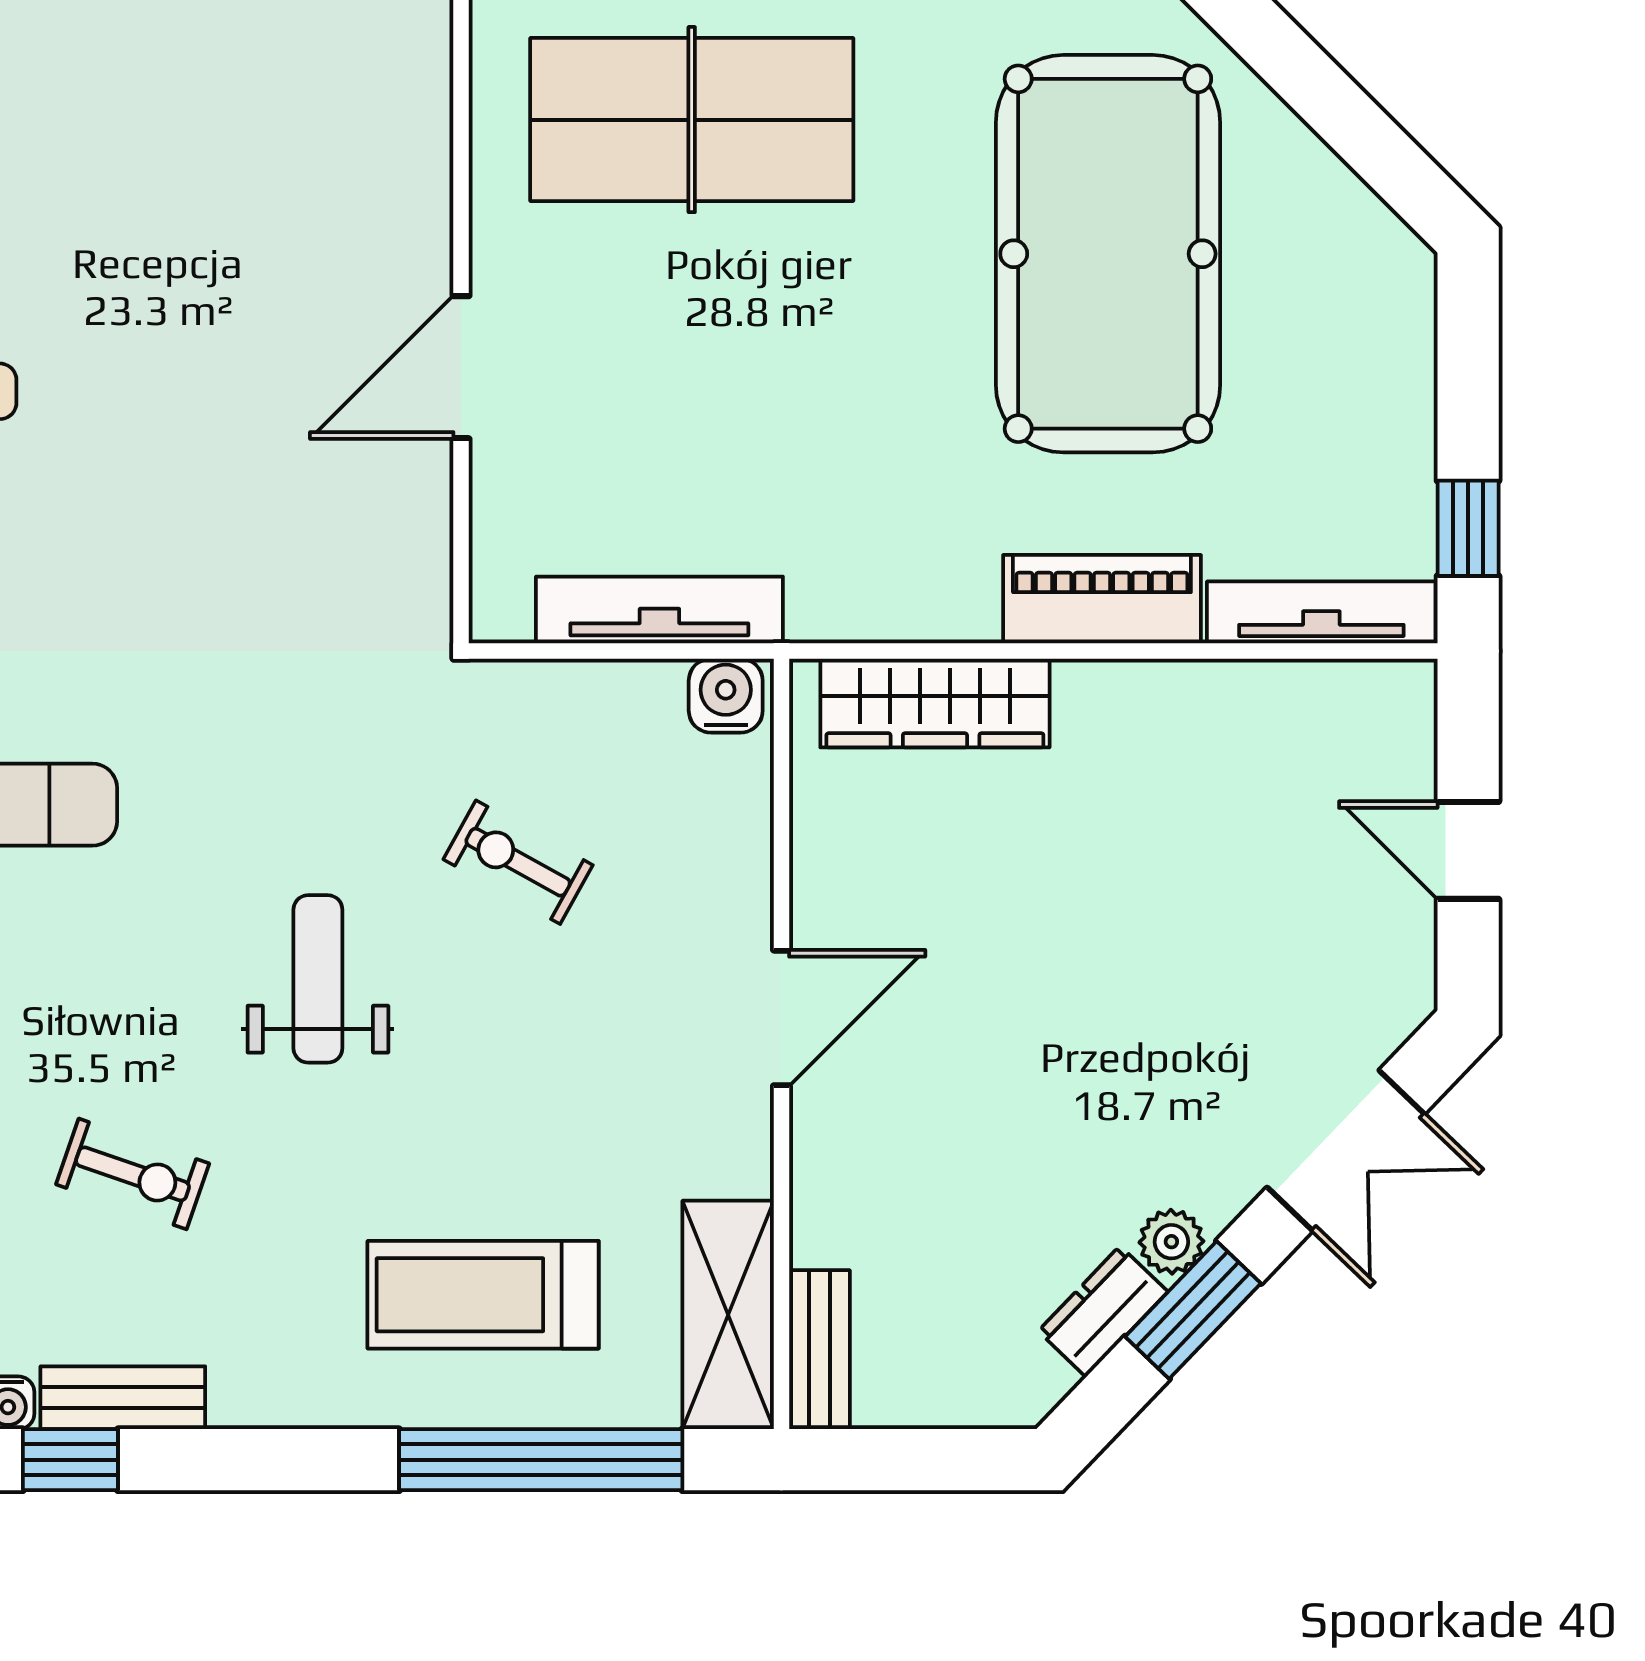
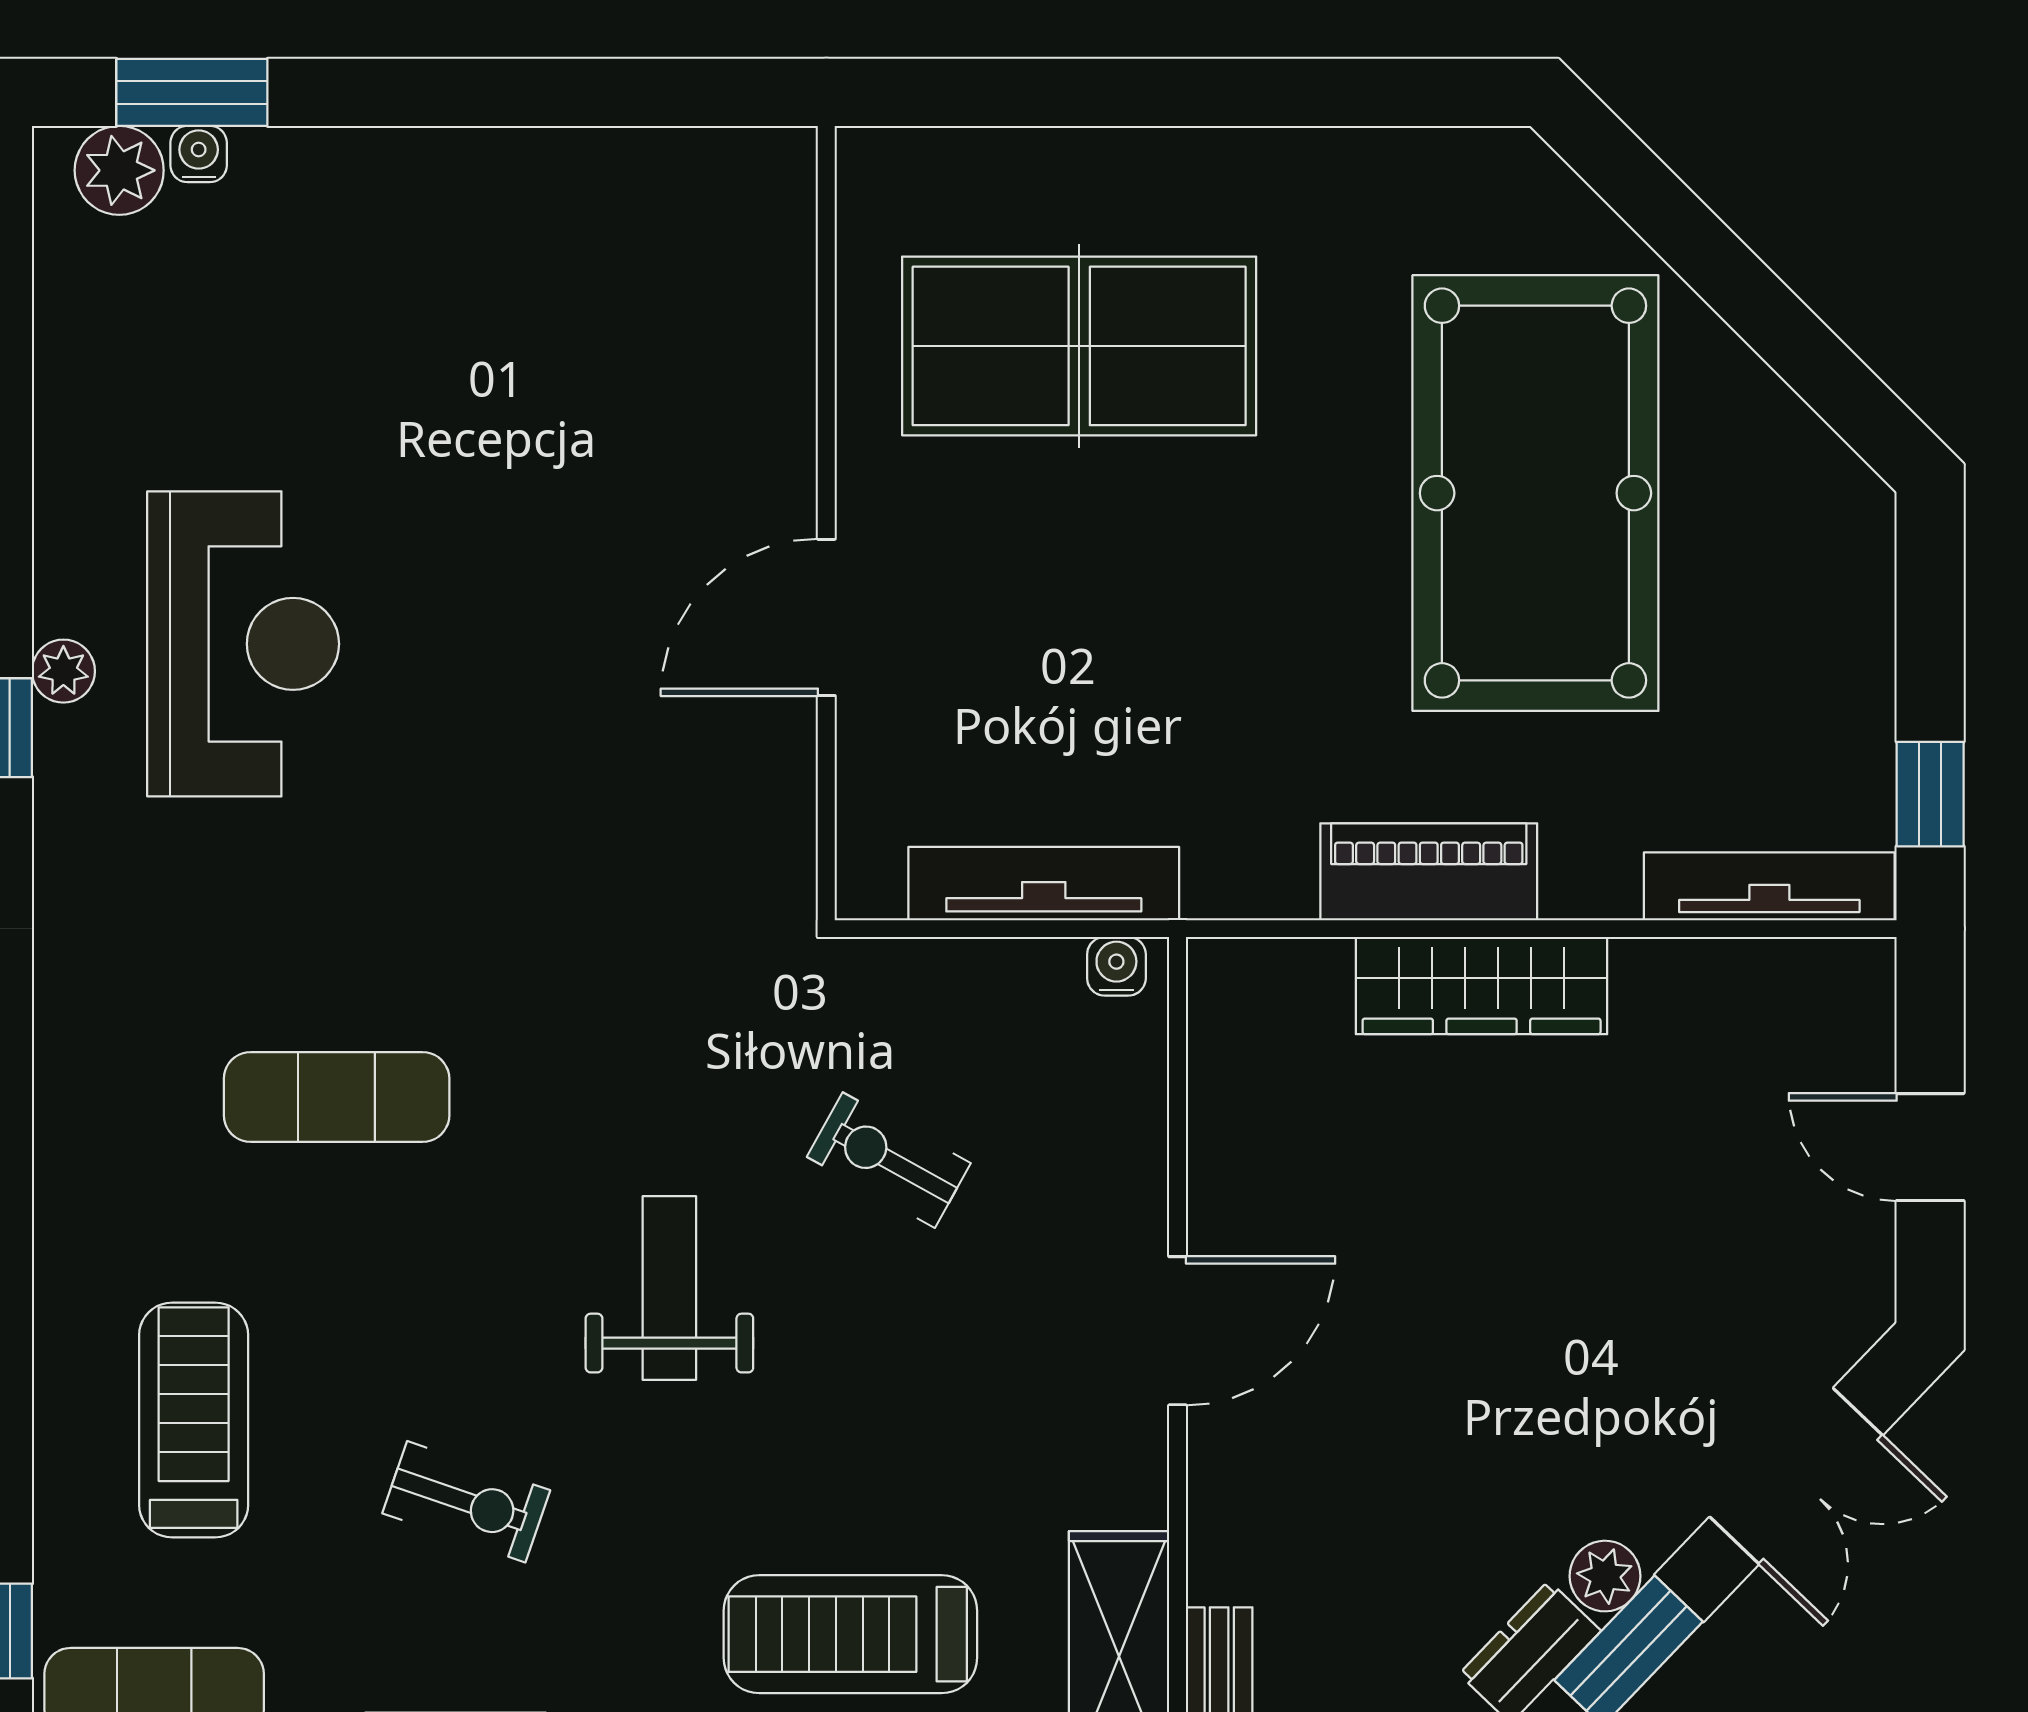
piano: (1102, 599) -> (1429, 872), moved
water cooler: (726, 696) -> (1116, 966), width x0.72, depth x0.72
wardrobe: (935, 703) -> (1482, 986), moved

